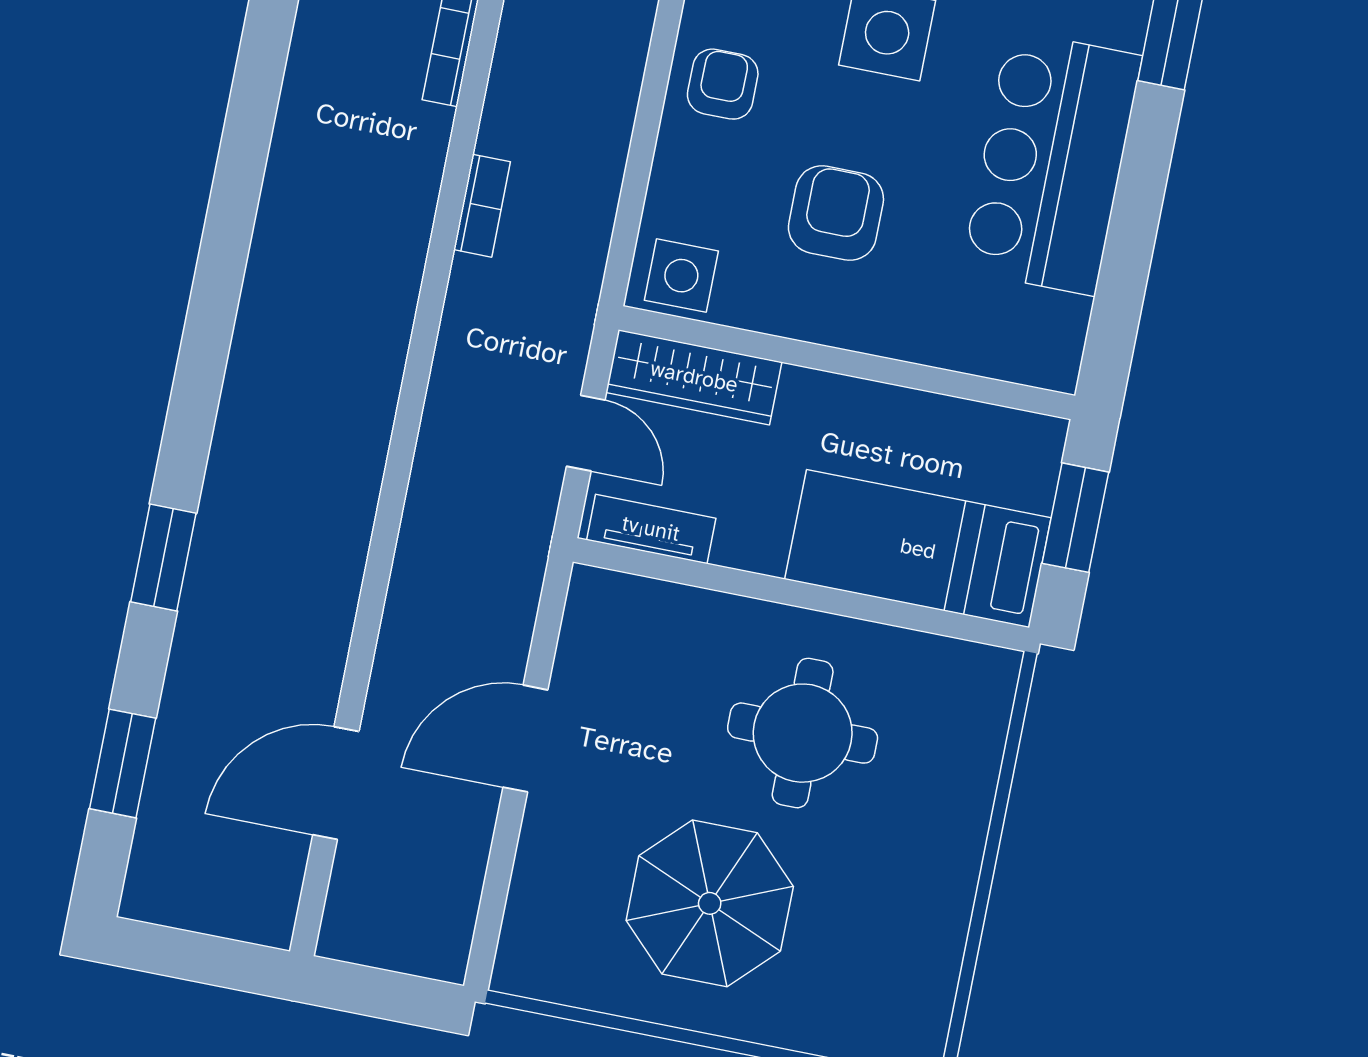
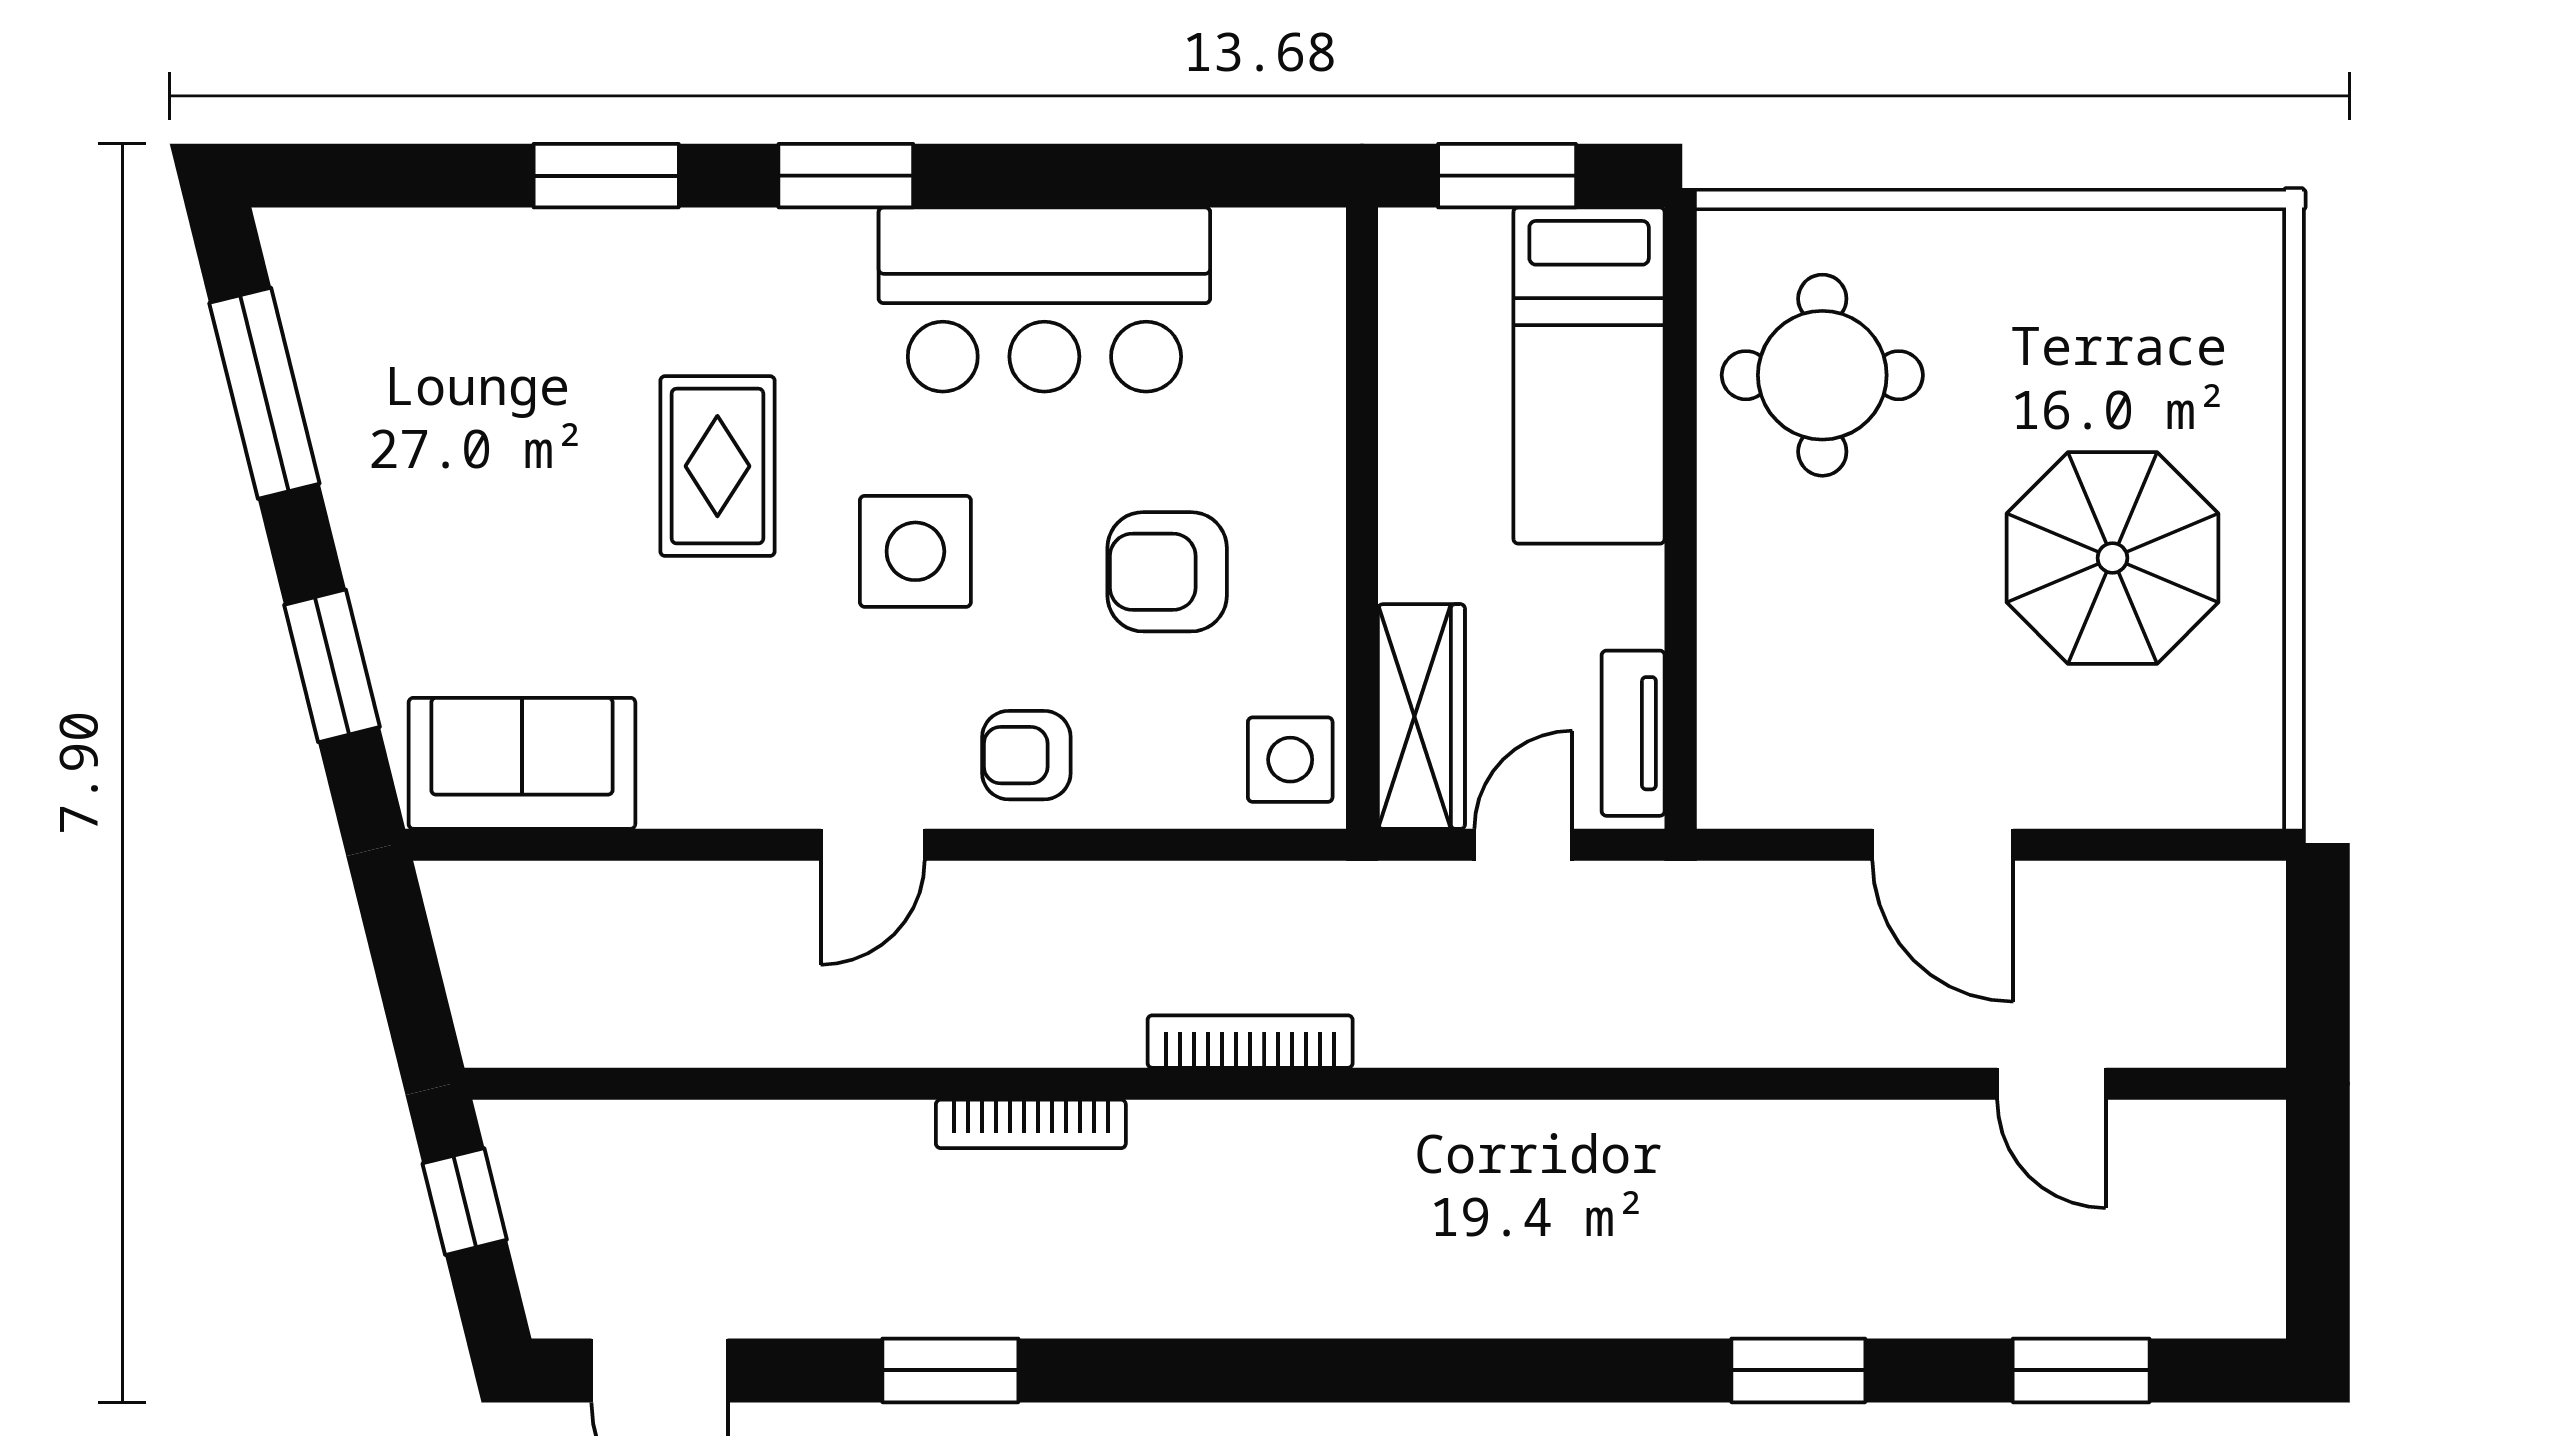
bookcase: (482, 206) -> (1250, 1042), width x1.56
round table: (803, 733) -> (1822, 375), moved
door: (336, 783) -> (2051, 1084), width x0.73

